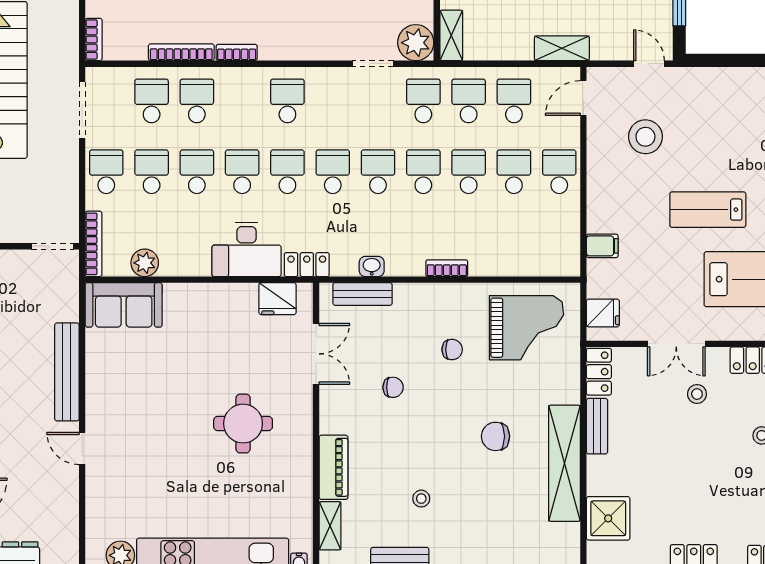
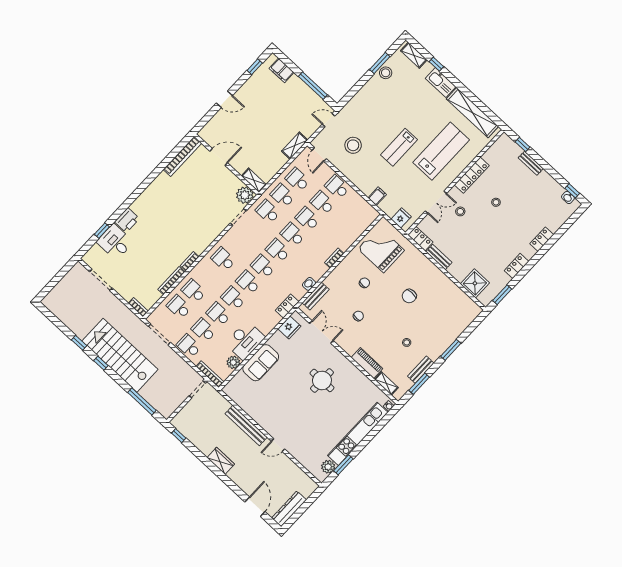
desk: (247, 249) -> (245, 340), moved
sofa: (124, 305) -> (261, 363), moved
grand piano: (526, 328) -> (381, 250), turned -90
shelving: (564, 463) -> (441, 281), removed

